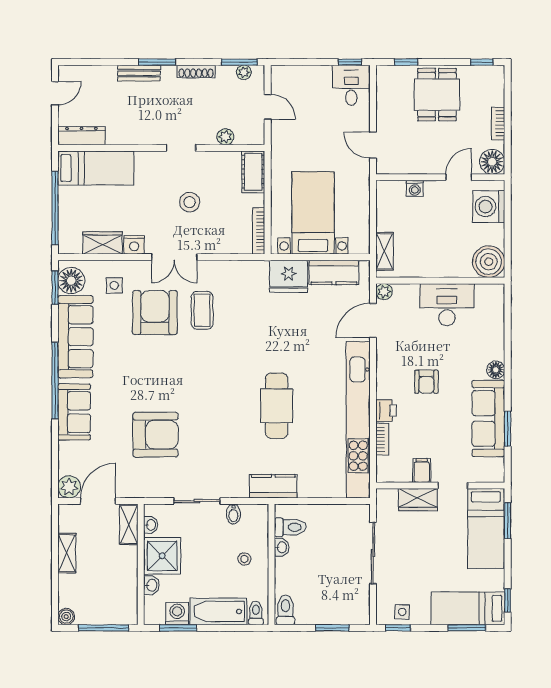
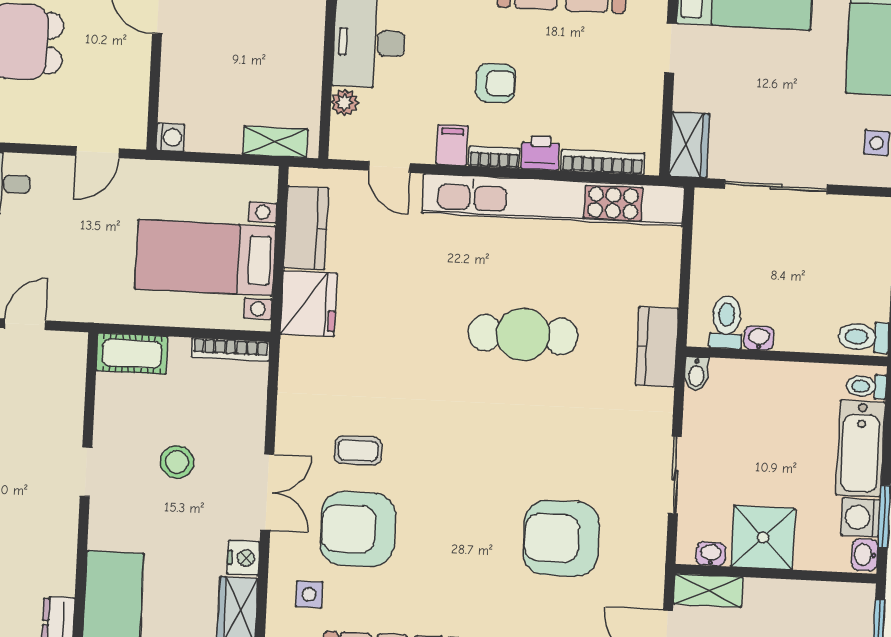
plant: (225, 137) -> (71, 397), removed
washing machine: (415, 188) -> (170, 137), moved
plant: (384, 292) -> (345, 102), moved
coffee table: (202, 310) -> (358, 450), width x0.73, depth x0.77
door: (373, 320) -> (389, 167), width x0.73
bookcase: (382, 383) -> (494, 157), added
armchair: (155, 435) -> (561, 538), turned -90
bookcase: (382, 439) -> (603, 162), width x1.56
filing cabinet: (422, 471) -> (452, 145), moved, turned 90
wardrobe: (418, 500) -> (689, 145), moved
bidet: (233, 514) -> (696, 373), moved, turned 90
stool: (244, 559) -> (775, 401), removed
washbasin: (151, 585) -> (865, 555), moved, turned -90

